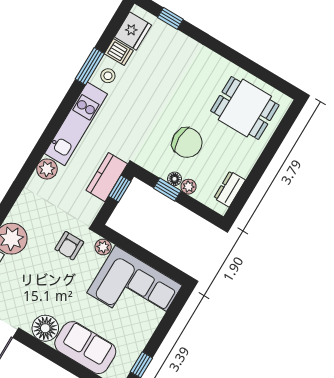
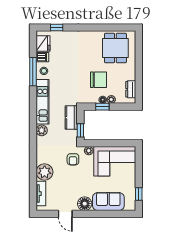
window: (90, 66) -> (33, 72), width x1.44
dining table: (245, 108) -> (115, 48), turned 90
window: (120, 189) -> (80, 130), moved

